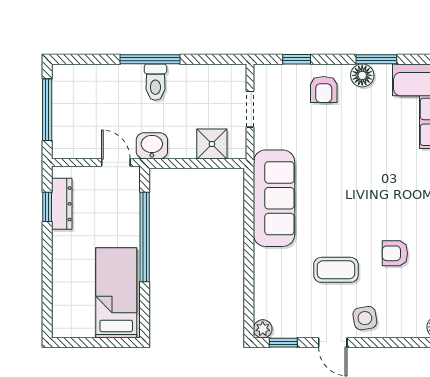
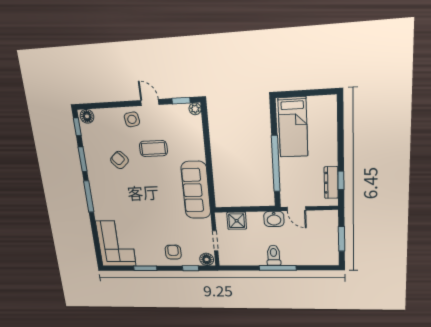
floor lamp: (362, 75) -> (207, 259), moved
window: (47, 110) -> (342, 239), width x0.69
armchair: (395, 253) -> (119, 160), turned -132

